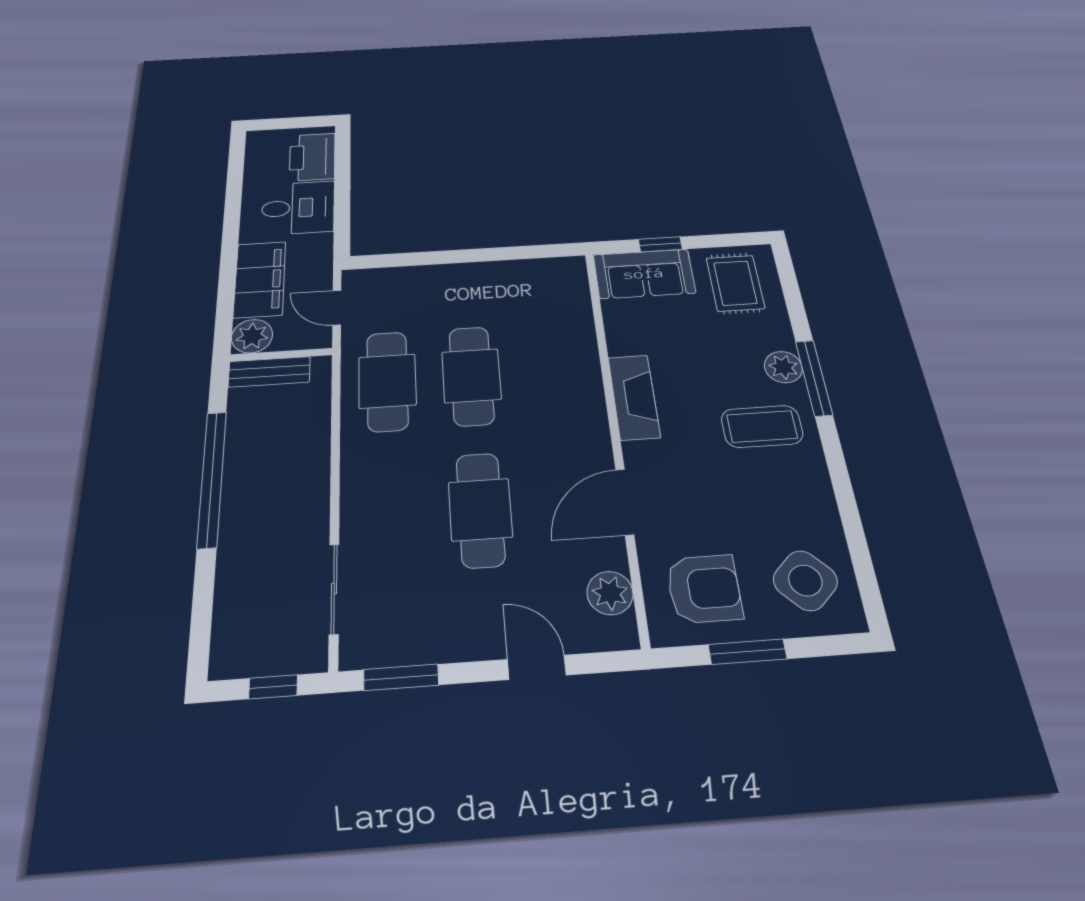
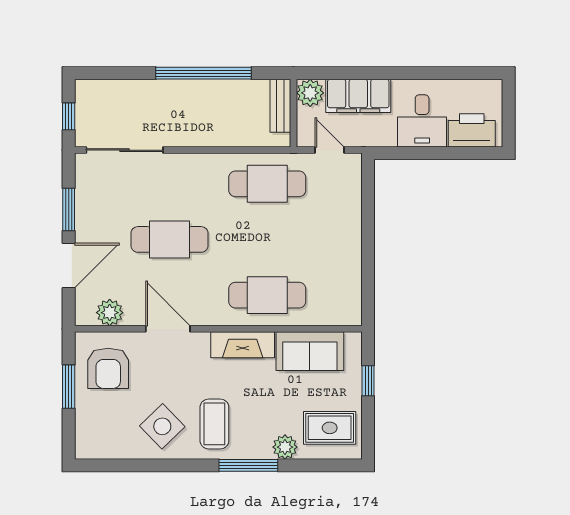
sofa: (644, 274) -> (310, 351), moved, turned -90
door: (337, 308) -> (330, 150), hinge flipped
plant: (783, 367) -> (285, 447), moved
cafe table: (471, 376) -> (267, 295), moved
side table: (805, 581) -> (162, 426), moved
sliding door: (334, 589) -> (125, 150), width x1.37
door: (537, 667) -> (69, 265), width x1.38
window: (401, 677) -> (69, 210), moved

